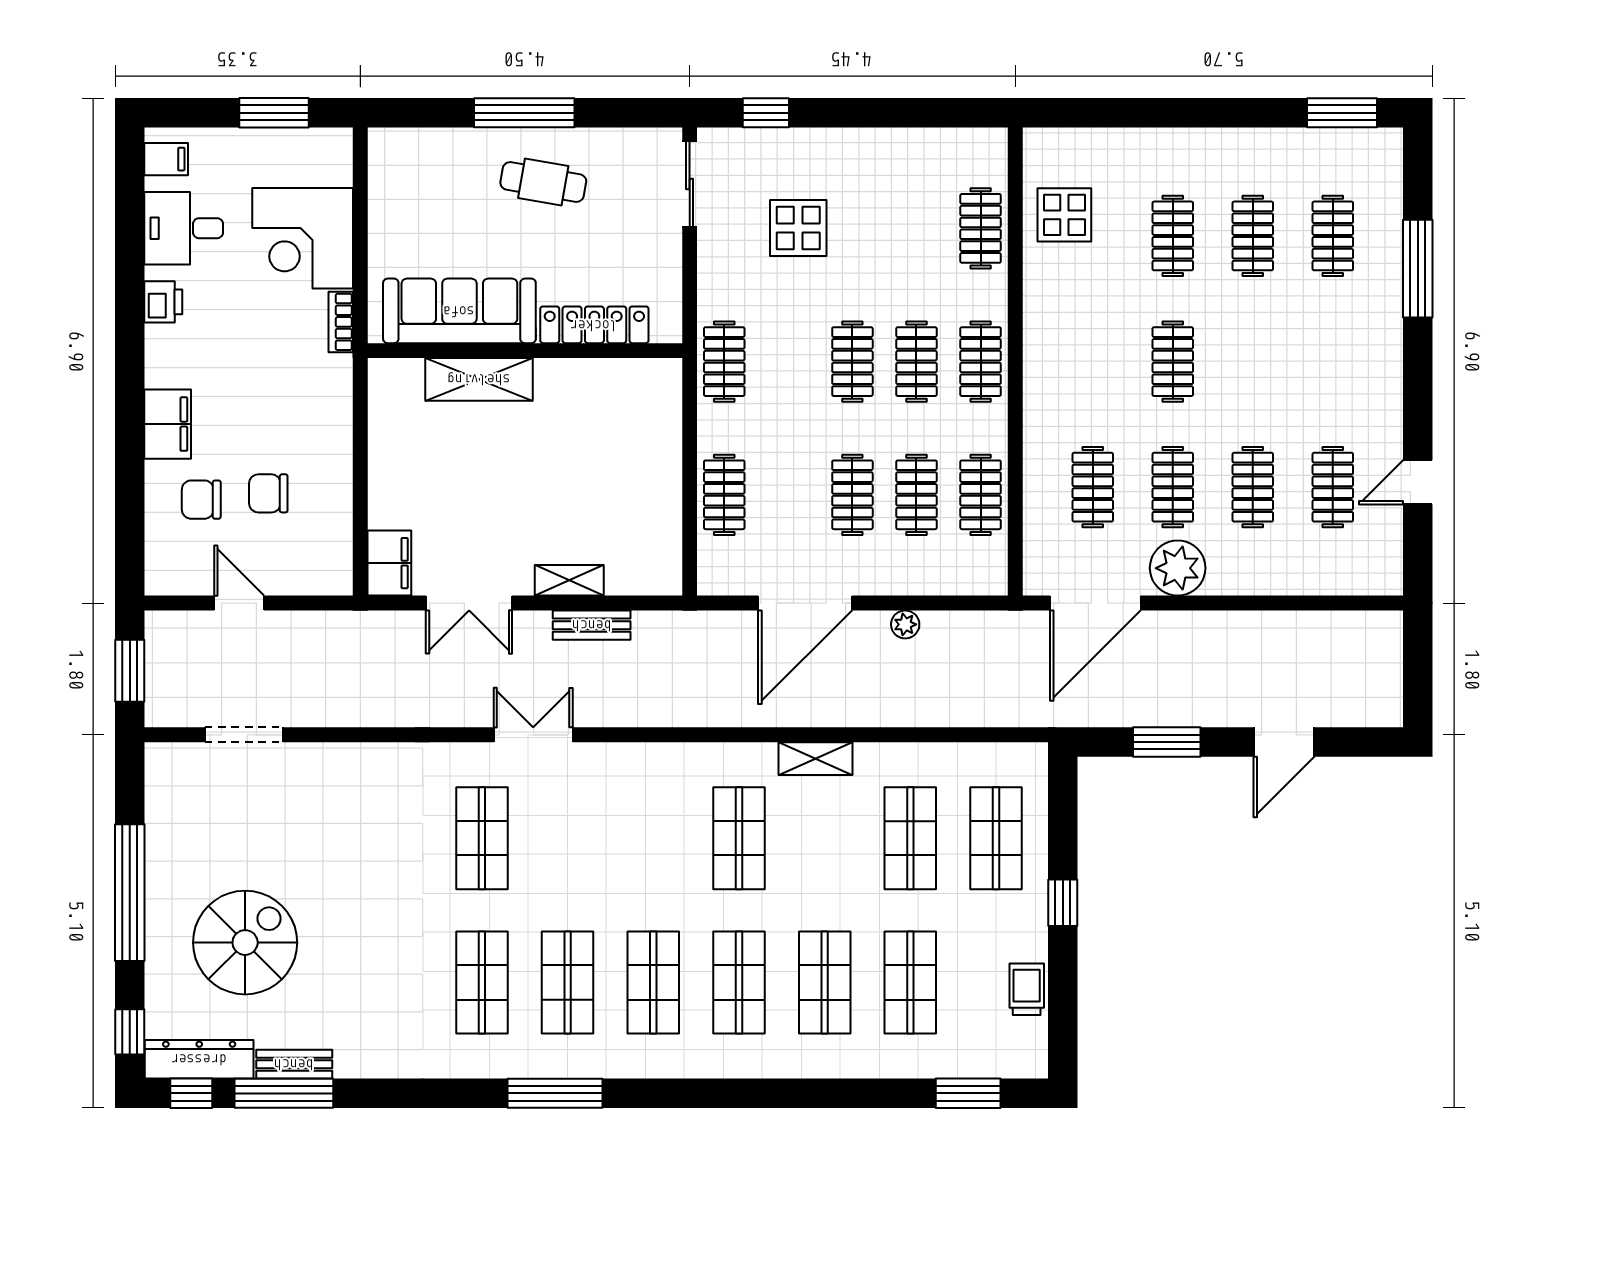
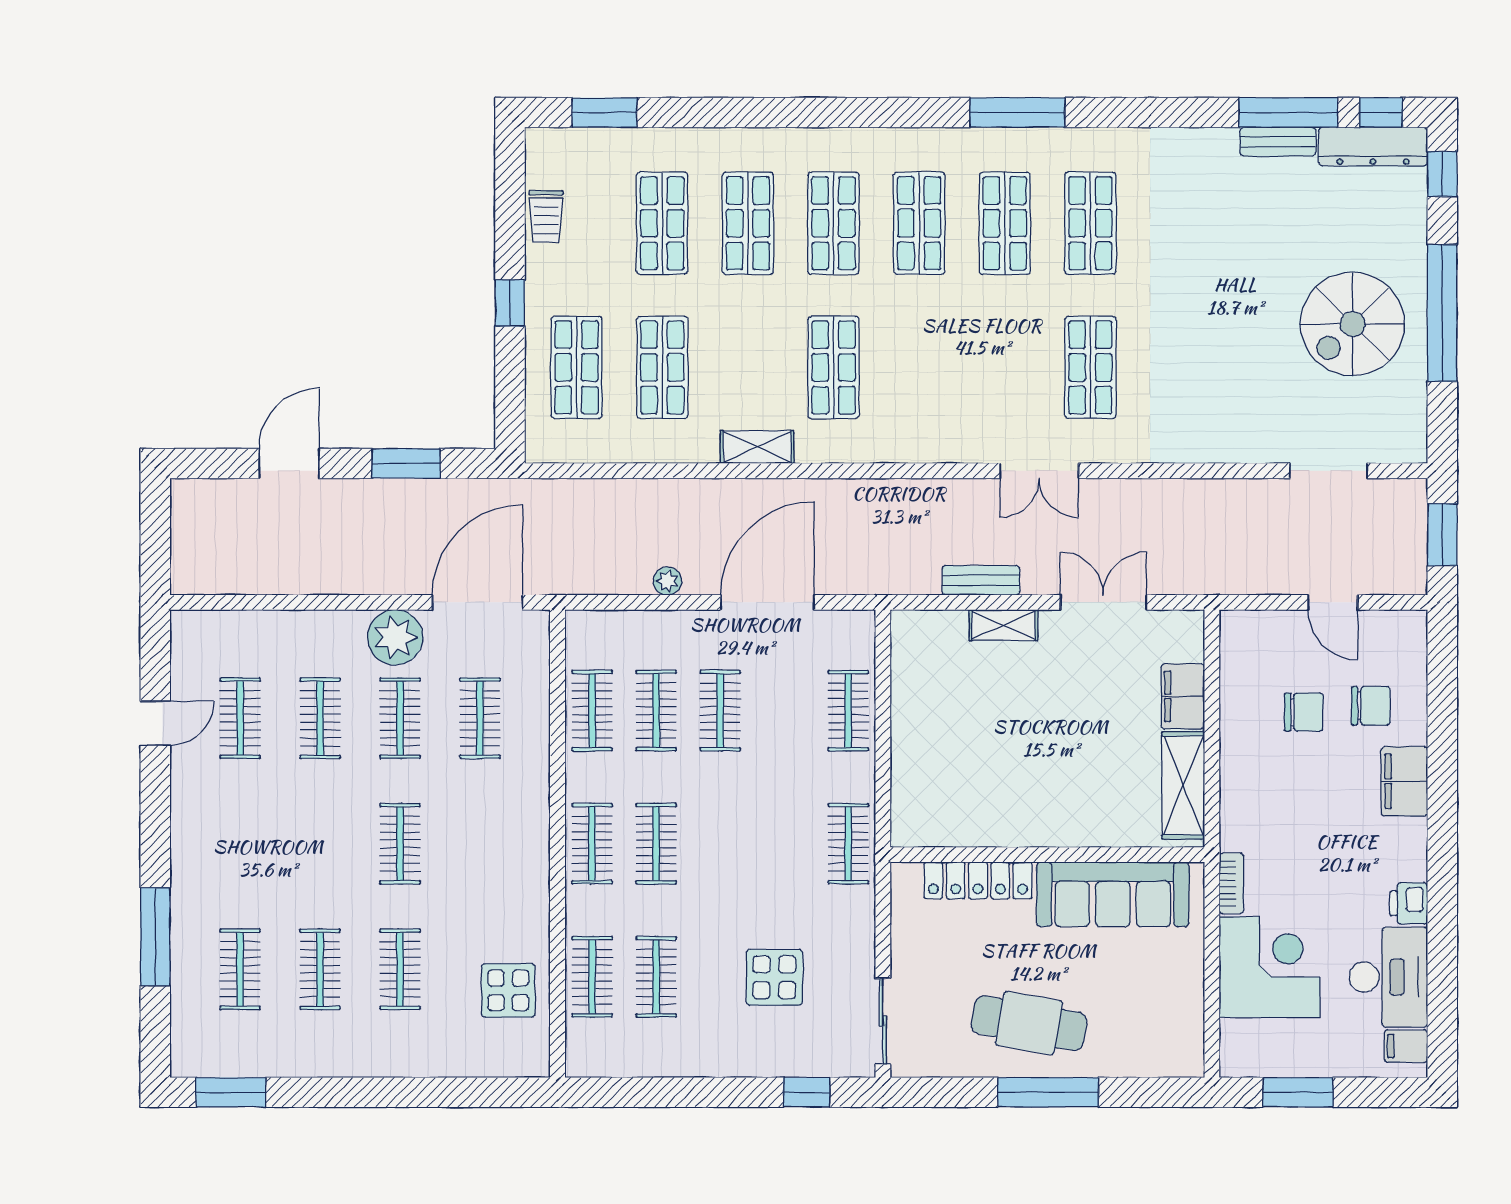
cafe table: (543, 182) -> (1029, 1023), width x1.37, depth x1.35
desk: (184, 228) -> (1388, 977), width x1.37
clothes rail: (852, 362) -> (656, 977), moved
shelving: (479, 379) -> (1183, 785), moved, turned 90
filing cabinet: (389, 563) -> (1183, 696), moved
spiral stairs: (245, 943) -> (1352, 324), moved

